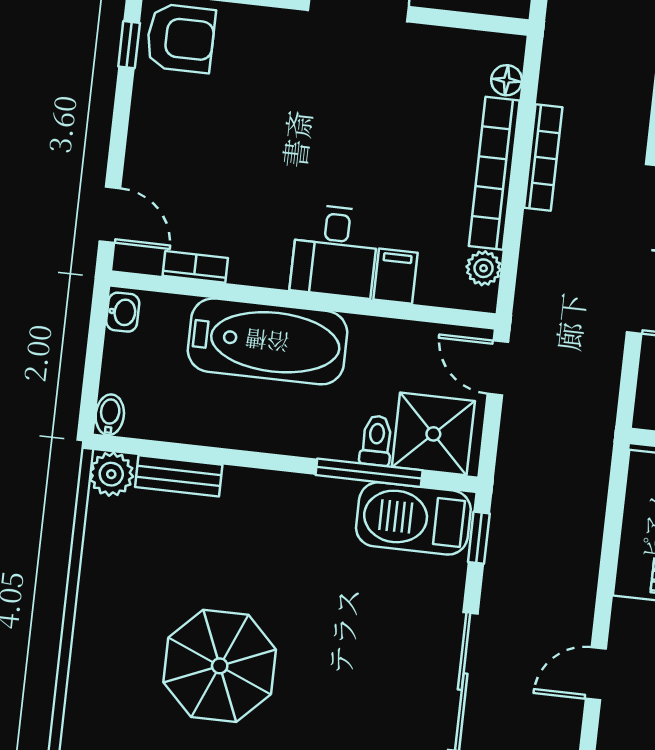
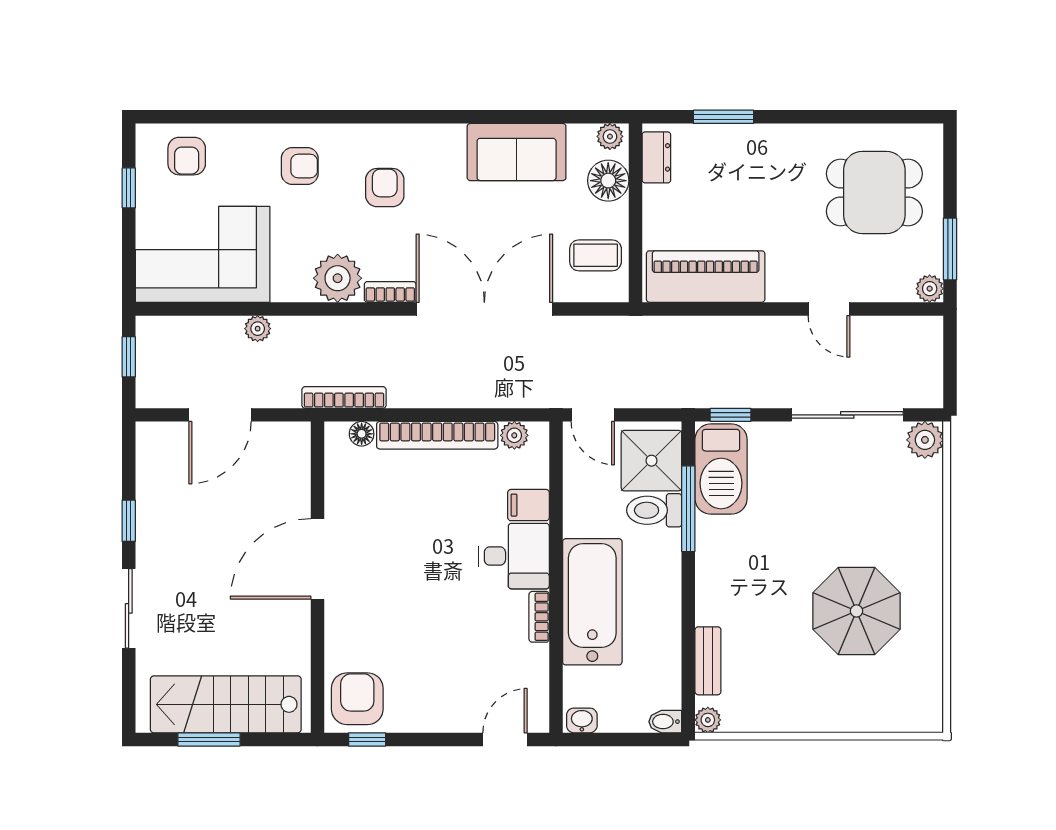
bookcase: (543, 158) -> (344, 397), moved
bookcase: (195, 267) -> (539, 617), moved
door: (498, 368) -> (593, 415), hinge flipped
toilet: (376, 440) -> (654, 510), width x1.37, depth x1.39
plant: (111, 474) -> (708, 720), width x0.73, depth x0.73

